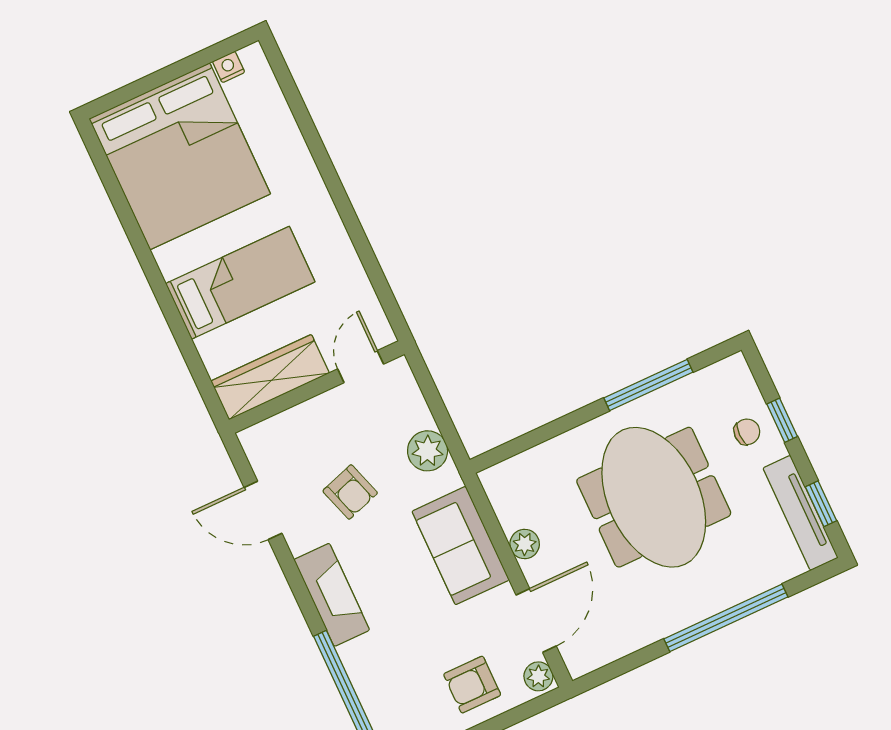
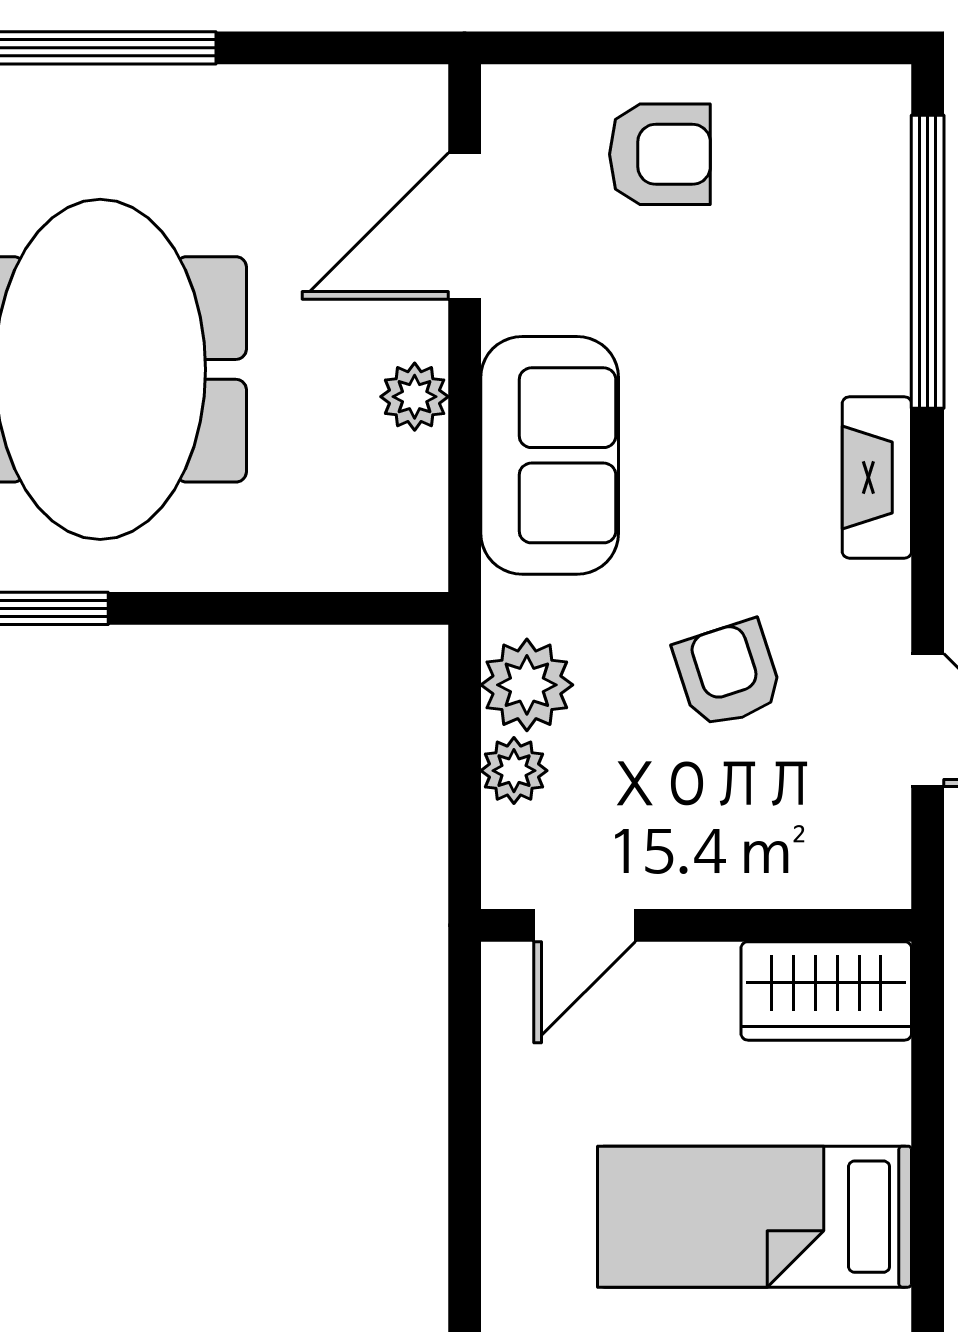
wardrobe: (270, 377) -> (826, 991), width x0.67
fireplace: (332, 595) -> (877, 477), width x0.73, depth x0.76
plant: (538, 676) -> (514, 771), moved

